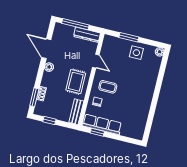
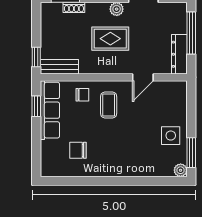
window: (129, 37) -> (191, 153), moved
rug: (76, 82) -> (110, 39), moved
chair: (131, 113) -> (78, 150), added
window: (49, 120) -> (36, 57), moved

